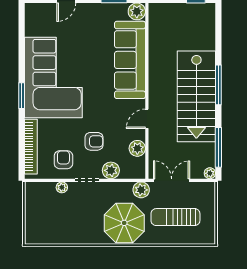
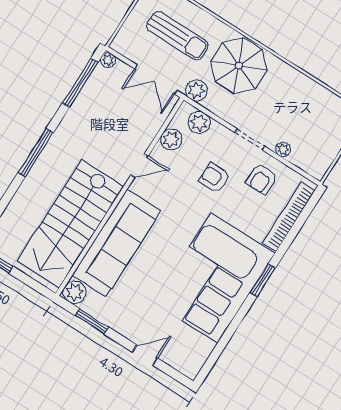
stairs: (196, 96) -> (70, 224), moved, turned 180
plant: (111, 170) -> (199, 123), moved

